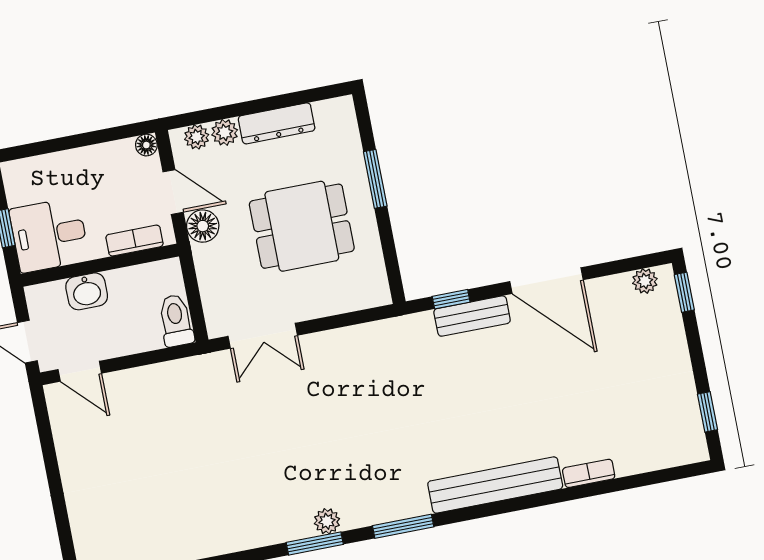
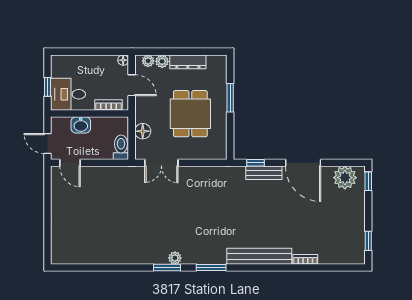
floor lamp: (203, 226) -> (143, 131), moved
dining table: (302, 226) -> (190, 114), turned 90
plant: (645, 281) -> (345, 178), width x1.88, depth x1.88

